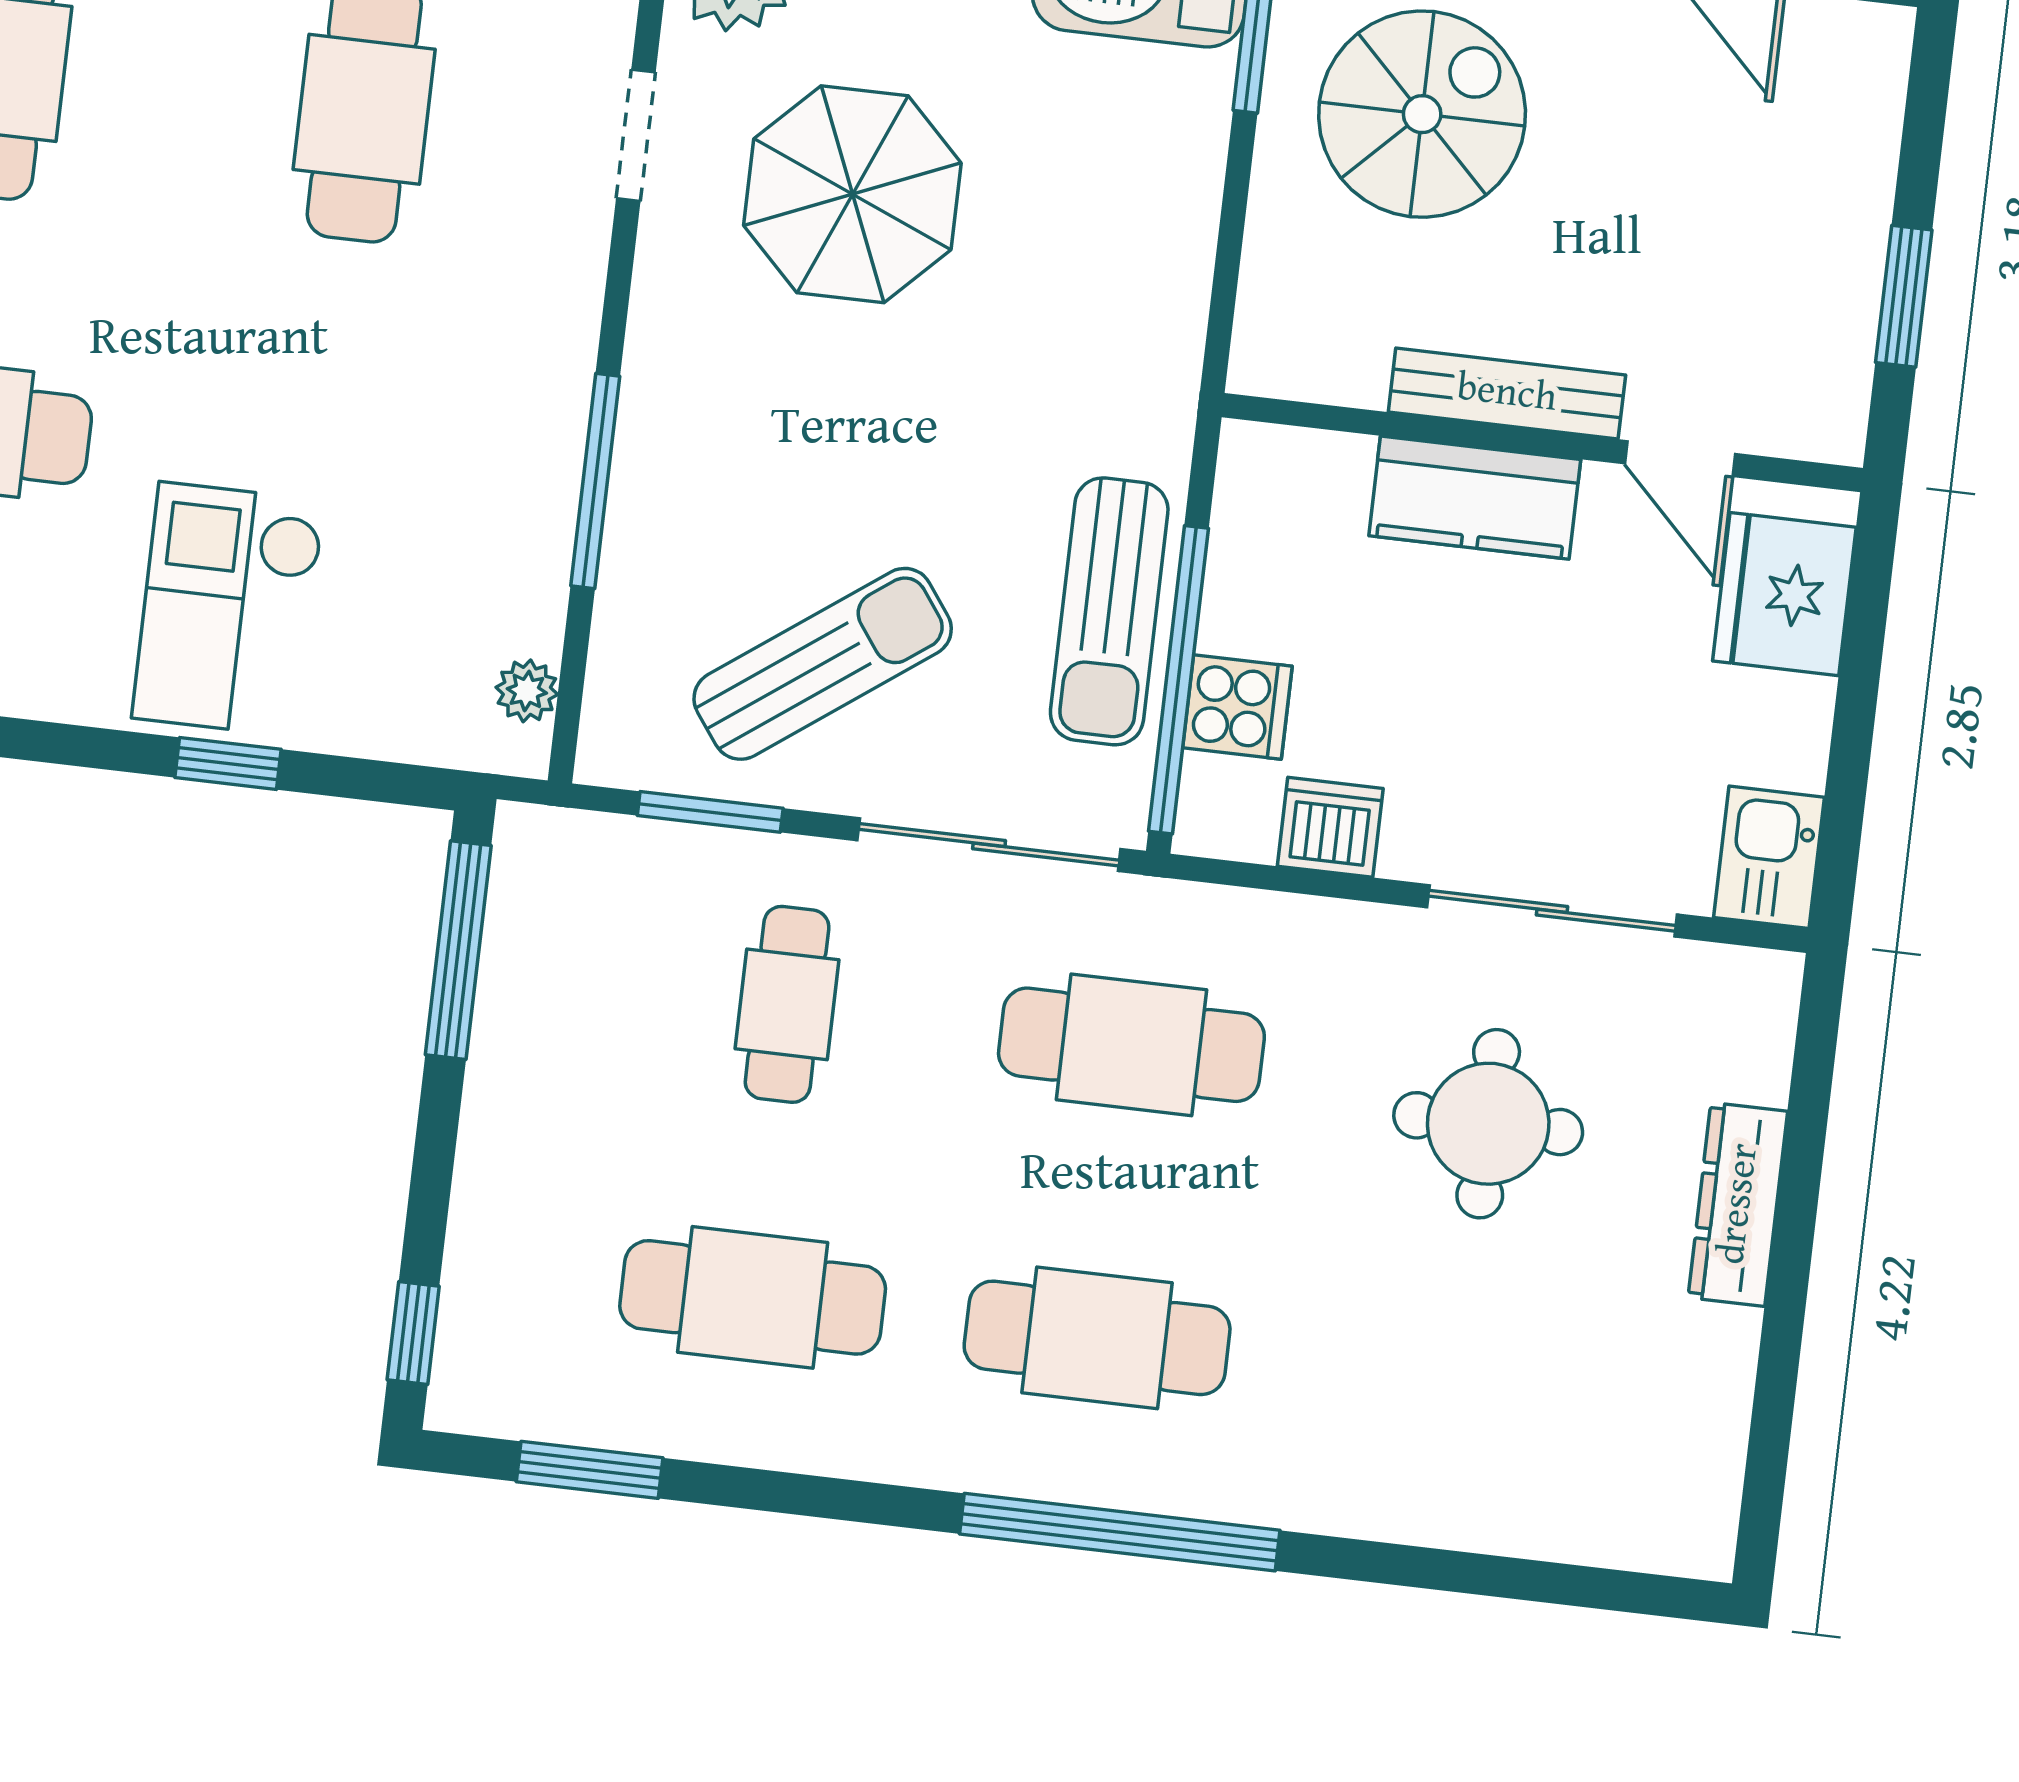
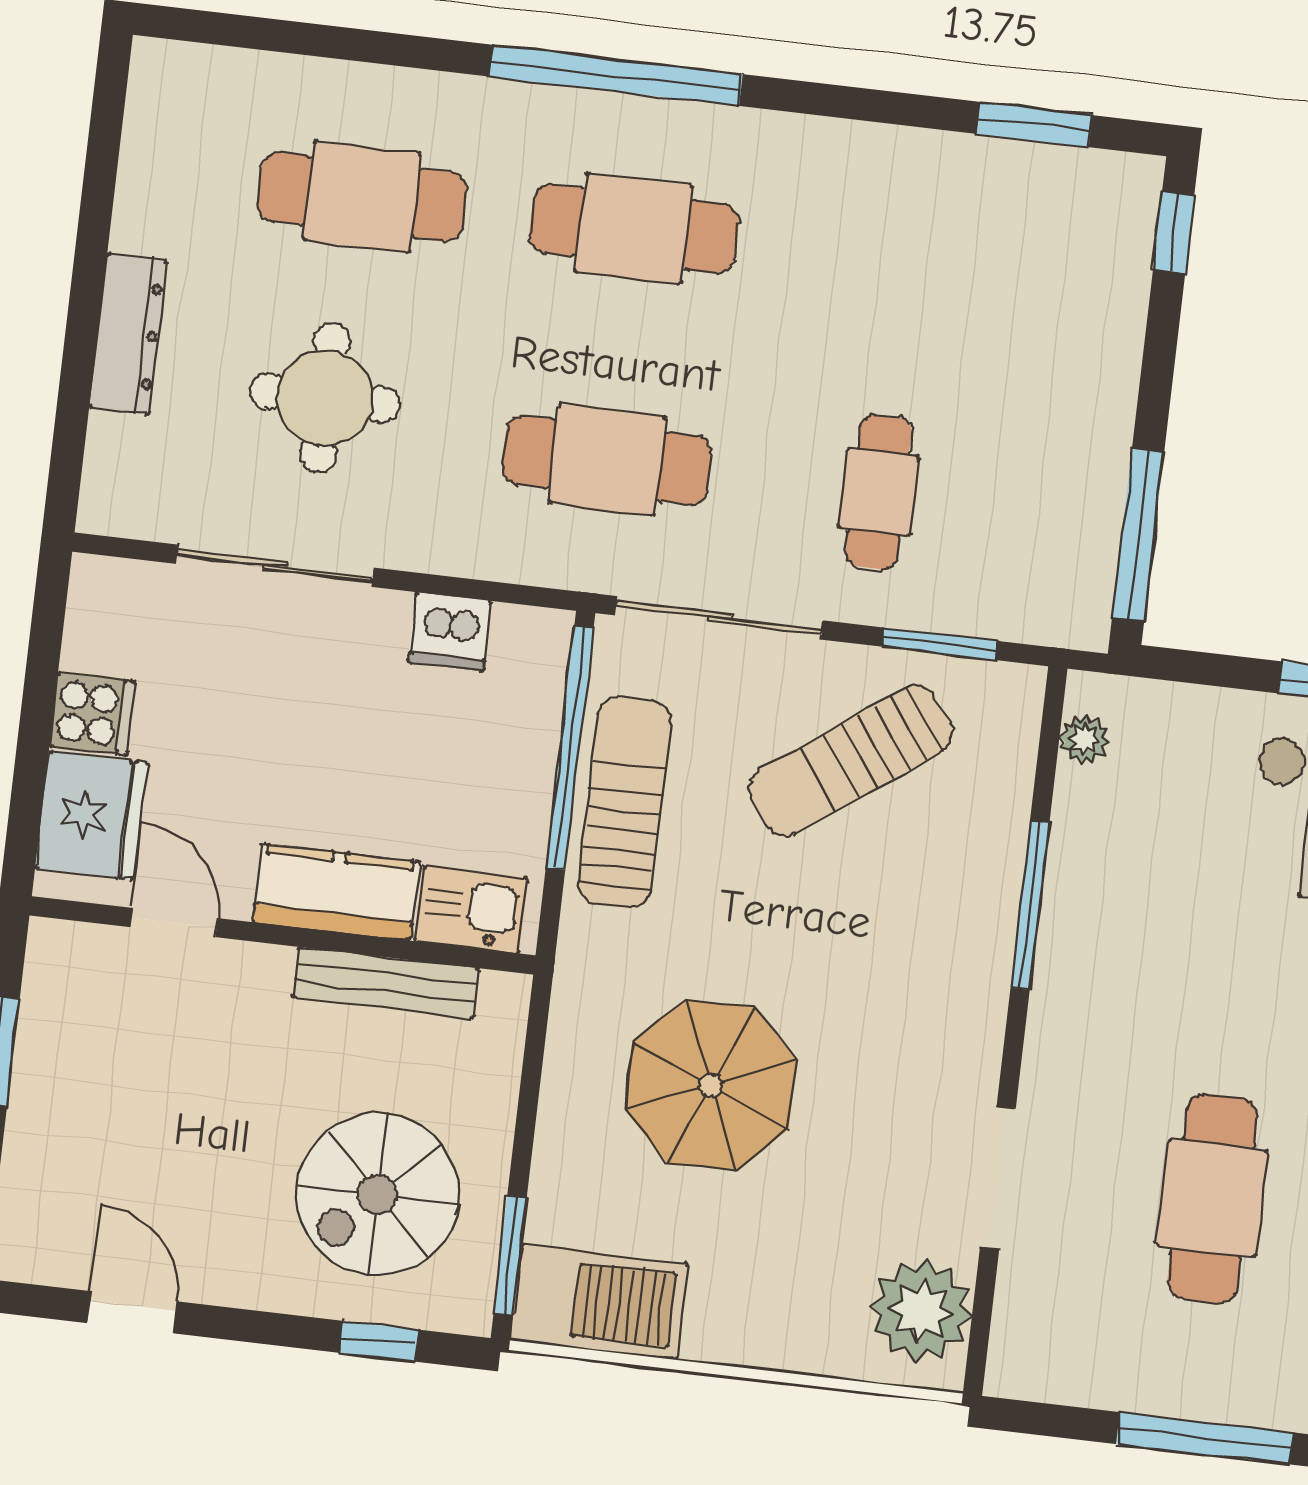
doorway: (636, 135) -> (998, 1178), width x1.38
parasol: (852, 194) -> (711, 1085), moved
bench: (1507, 393) -> (386, 983), moved
cooker: (1237, 707) -> (92, 714), moved, turned 180
kitchen sink: (1769, 857) -> (472, 910), moved, turned -90
cafe table: (753, 1297) -> (362, 197), moved

